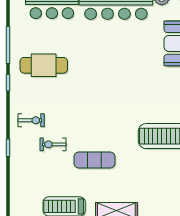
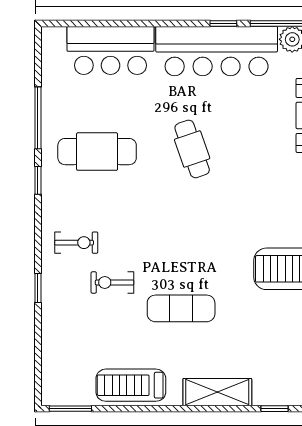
cafe table: (101, 64) -> (192, 149), added

